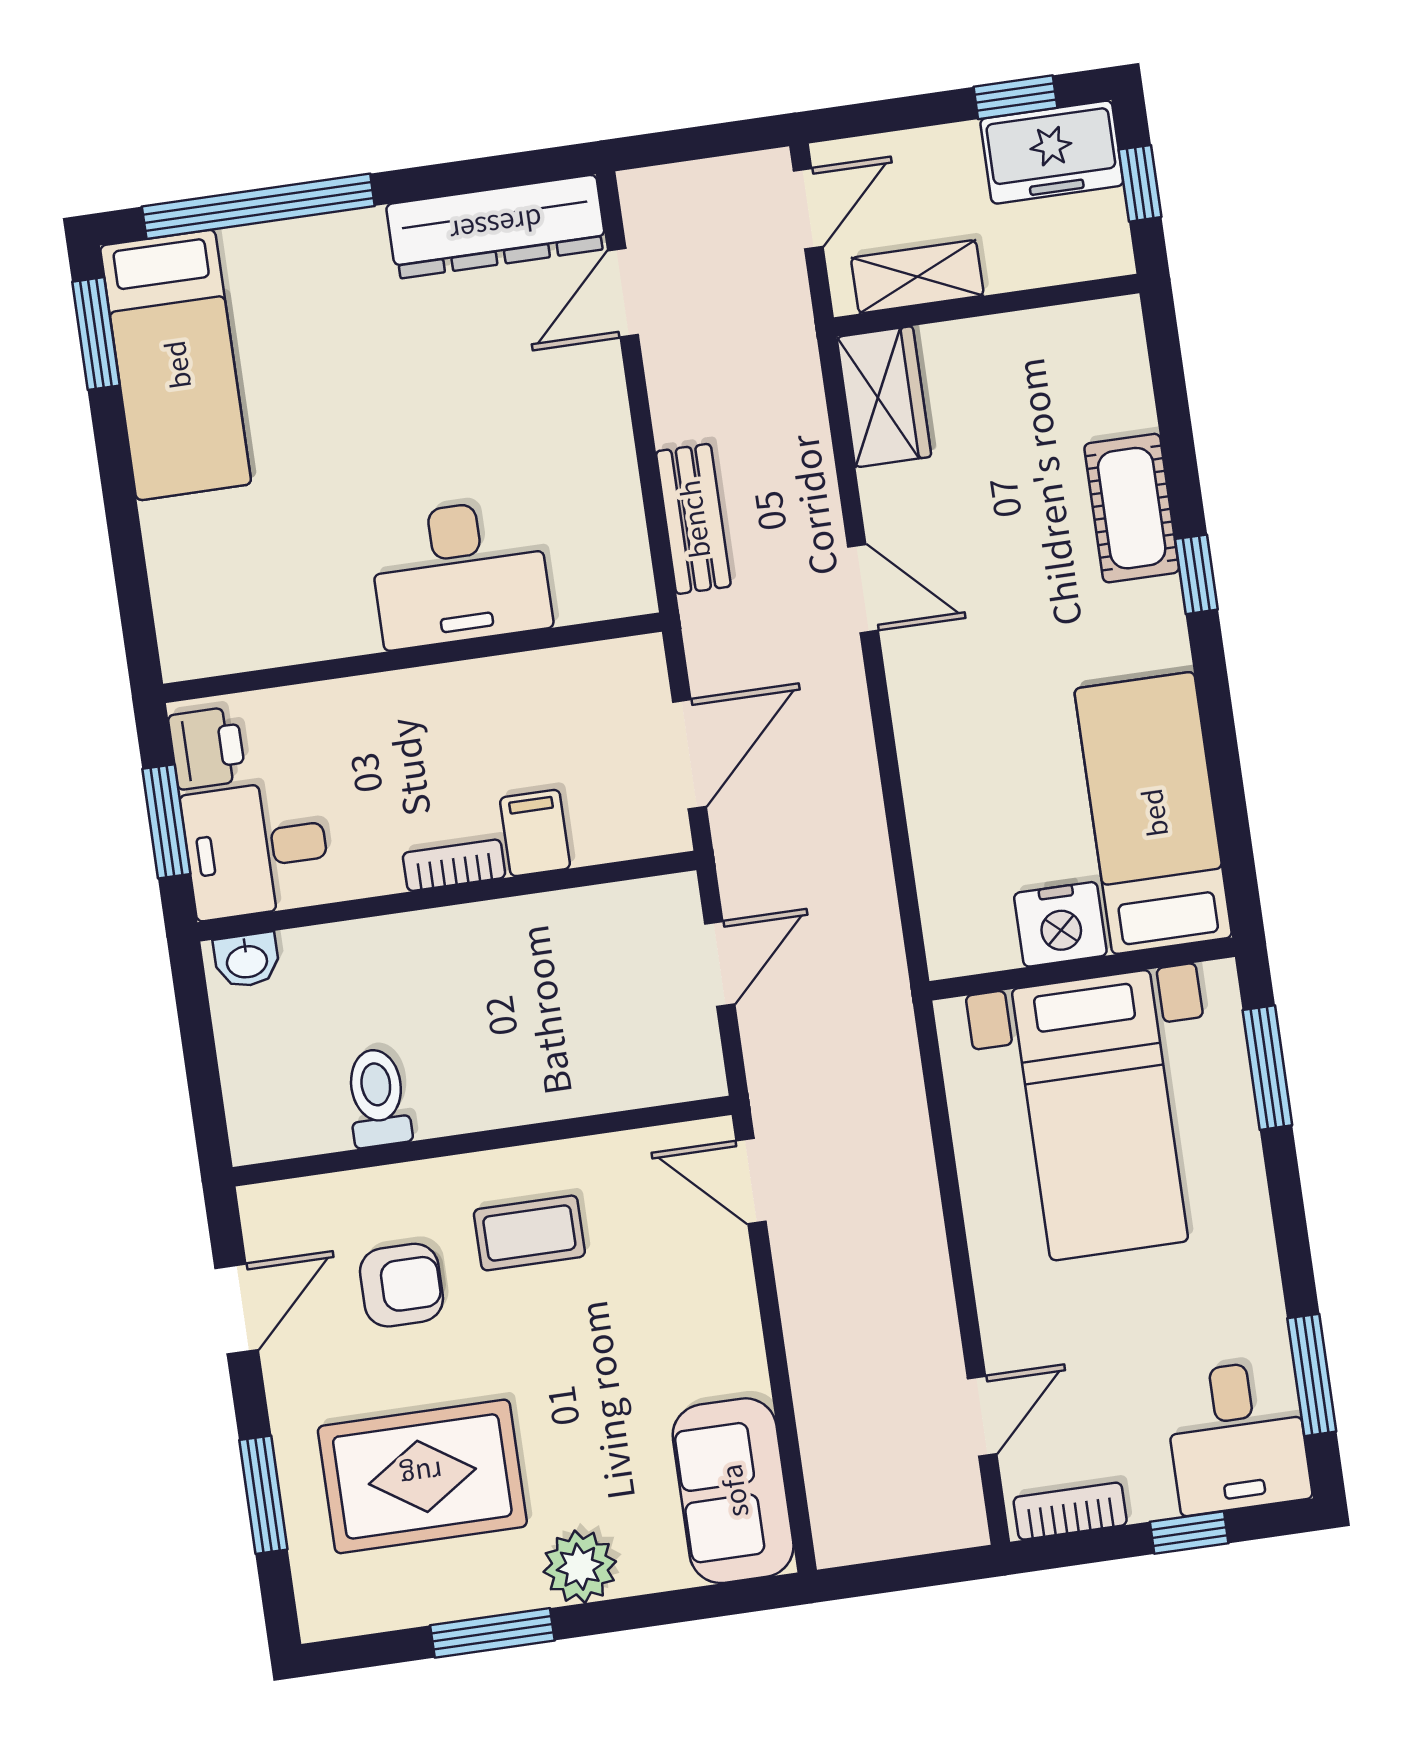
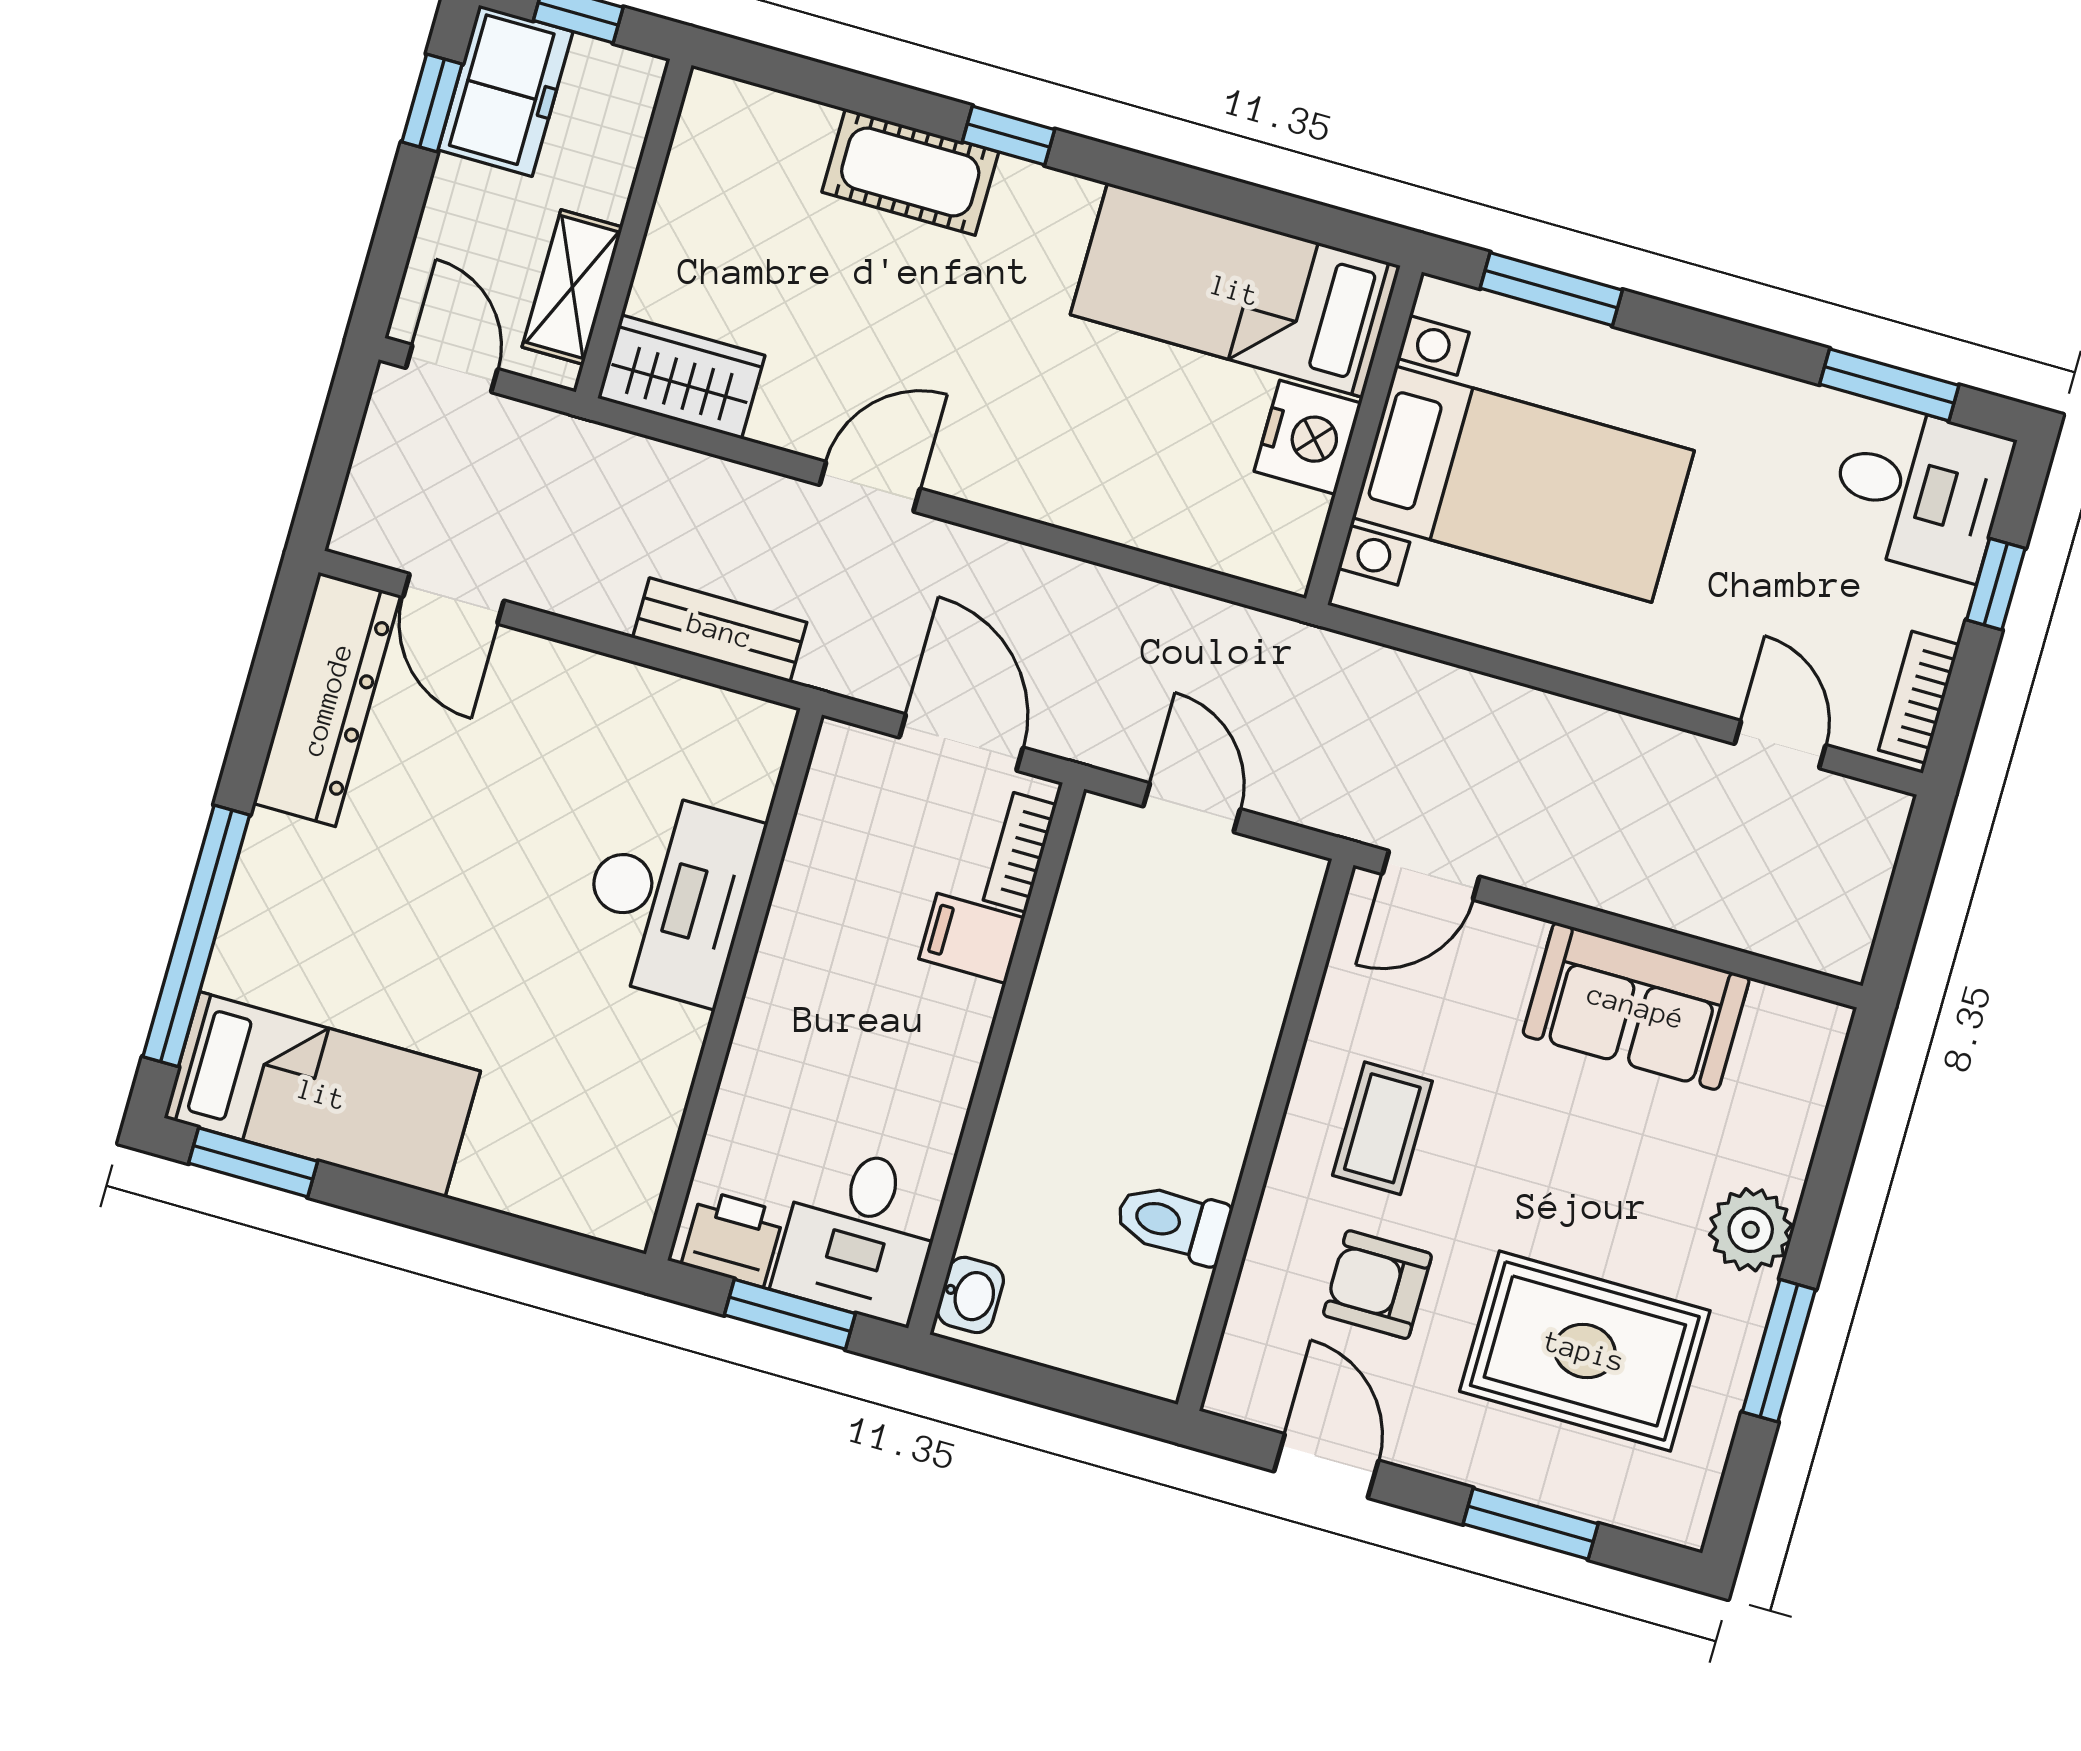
bookcase: (454, 865) -> (1020, 852), moved
armchair: (401, 1285) -> (1377, 1285), turned -90
rug: (422, 1476) -> (1585, 1351), turned 90
sofa: (733, 1491) -> (1636, 1006), moved

